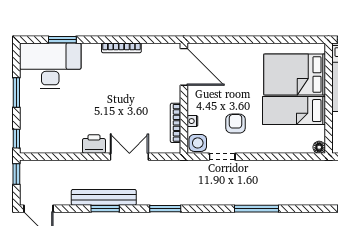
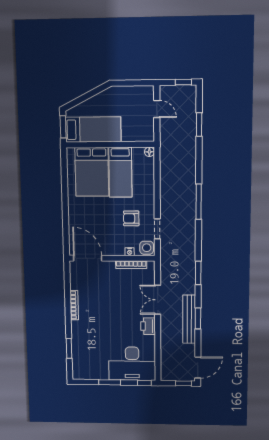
desk: (50, 66) -> (132, 364), moved, turned -90
door: (184, 67) -> (88, 258), hinge flipped
window: (16, 174) -> (184, 383), moved

